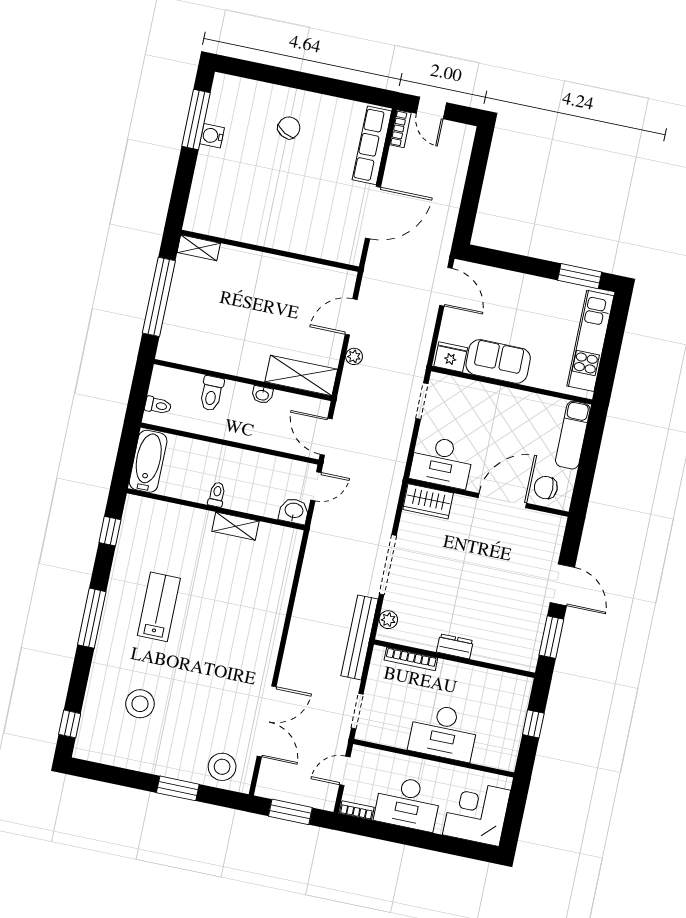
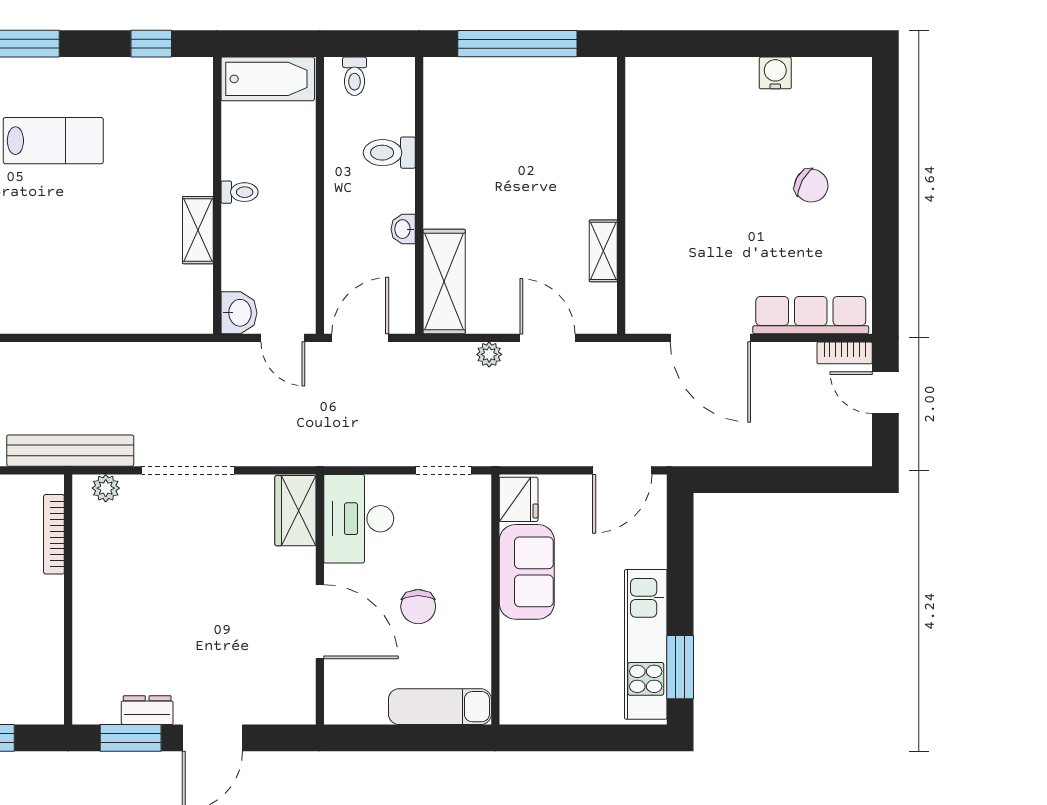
door: (431, 108) -> (885, 393), hinge flipped
window: (196, 119) -> (795, 44), removed
shelving: (199, 248) -> (603, 251), moved
kitchen unit: (590, 341) -> (646, 644), moved, turned -90
chair: (546, 488) -> (418, 607), moved, turned 180
dresser: (455, 646) -> (147, 710), moved, turned -90

